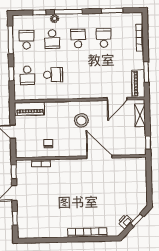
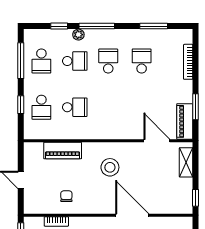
school desk: (52, 39) -> (75, 61), turned -90
school desk: (26, 40) -> (41, 61), turned 180
door: (117, 99) -> (157, 141), swing flipped
piano: (30, 109) -> (63, 151), moved

